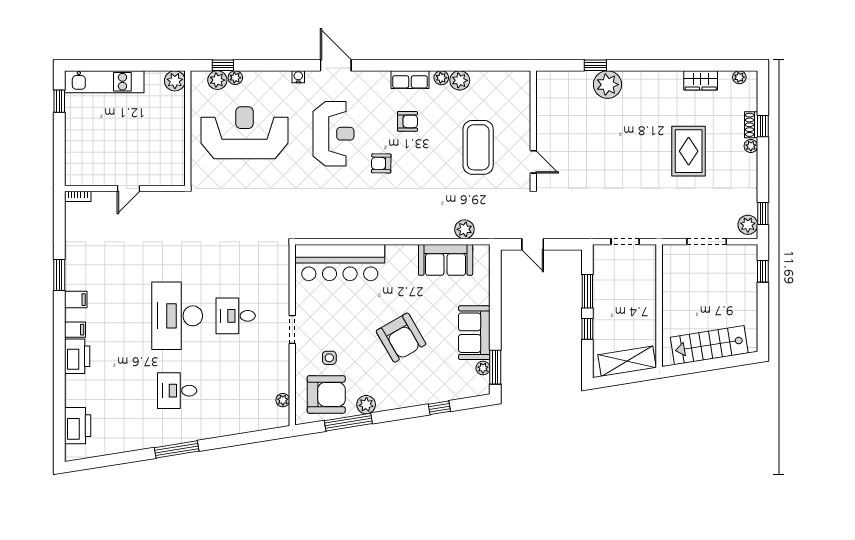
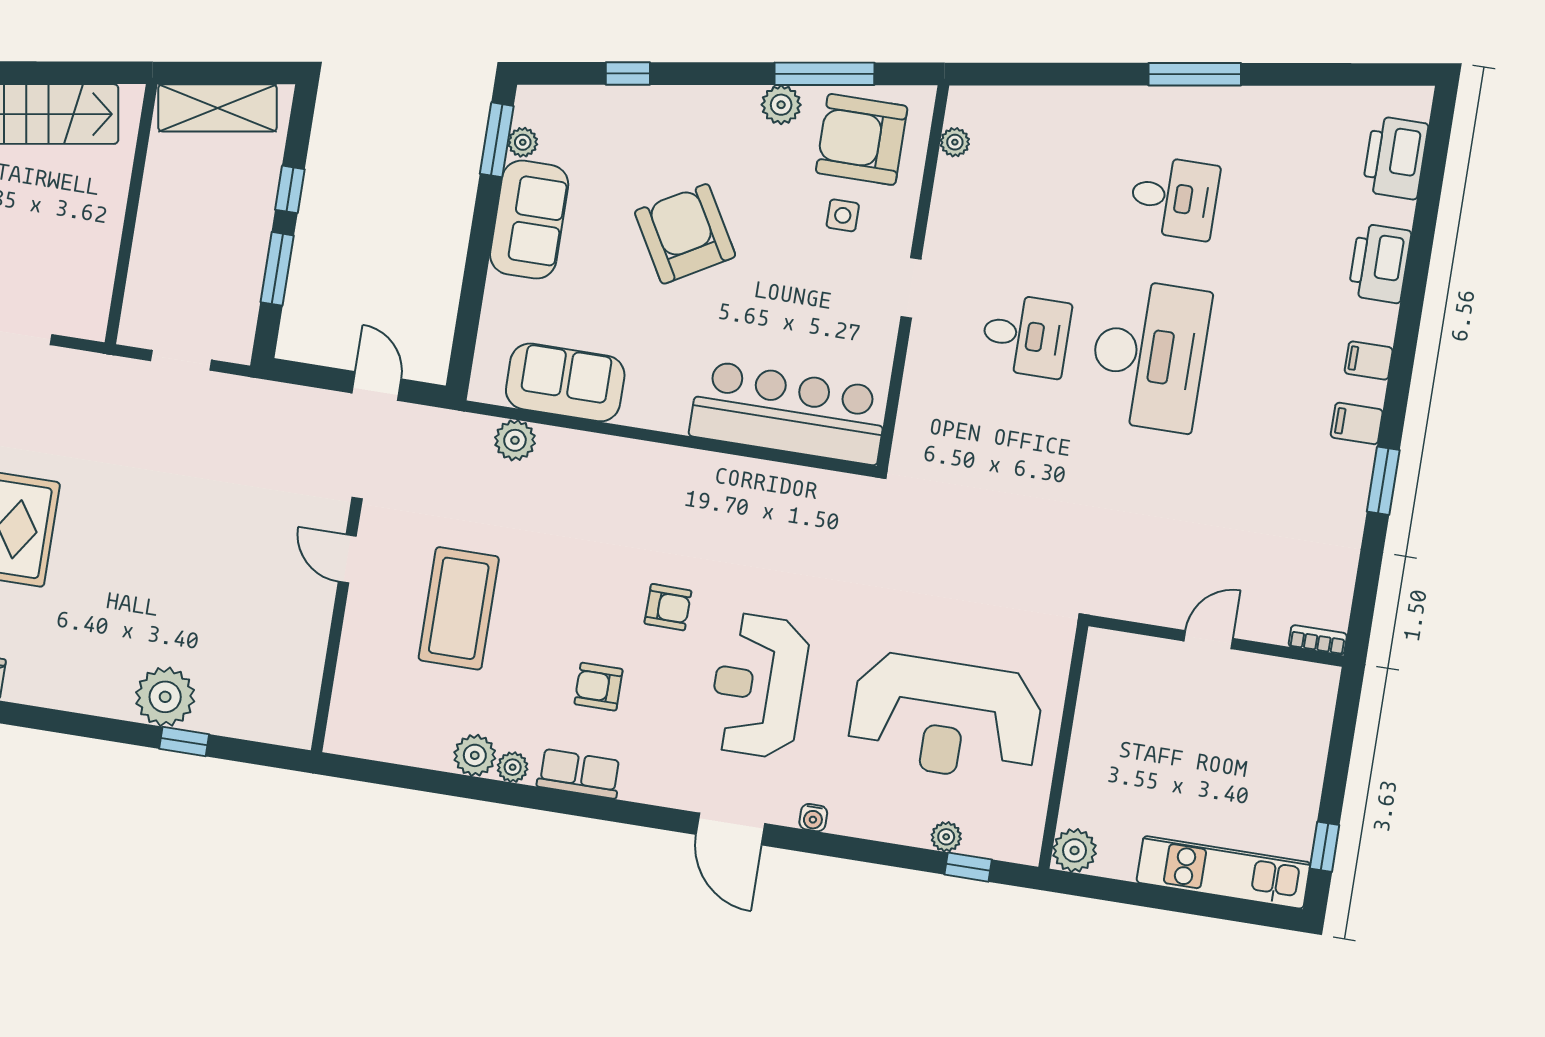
plant: (217, 80) -> (985, 838), removed
printer: (77, 356) -> (1380, 263), moved

